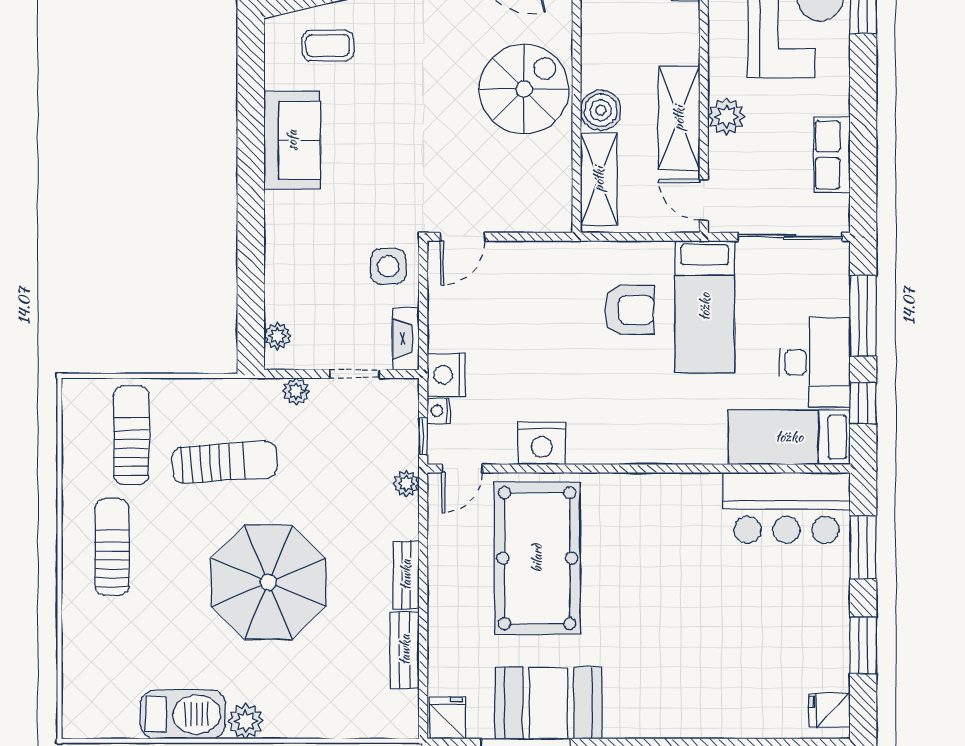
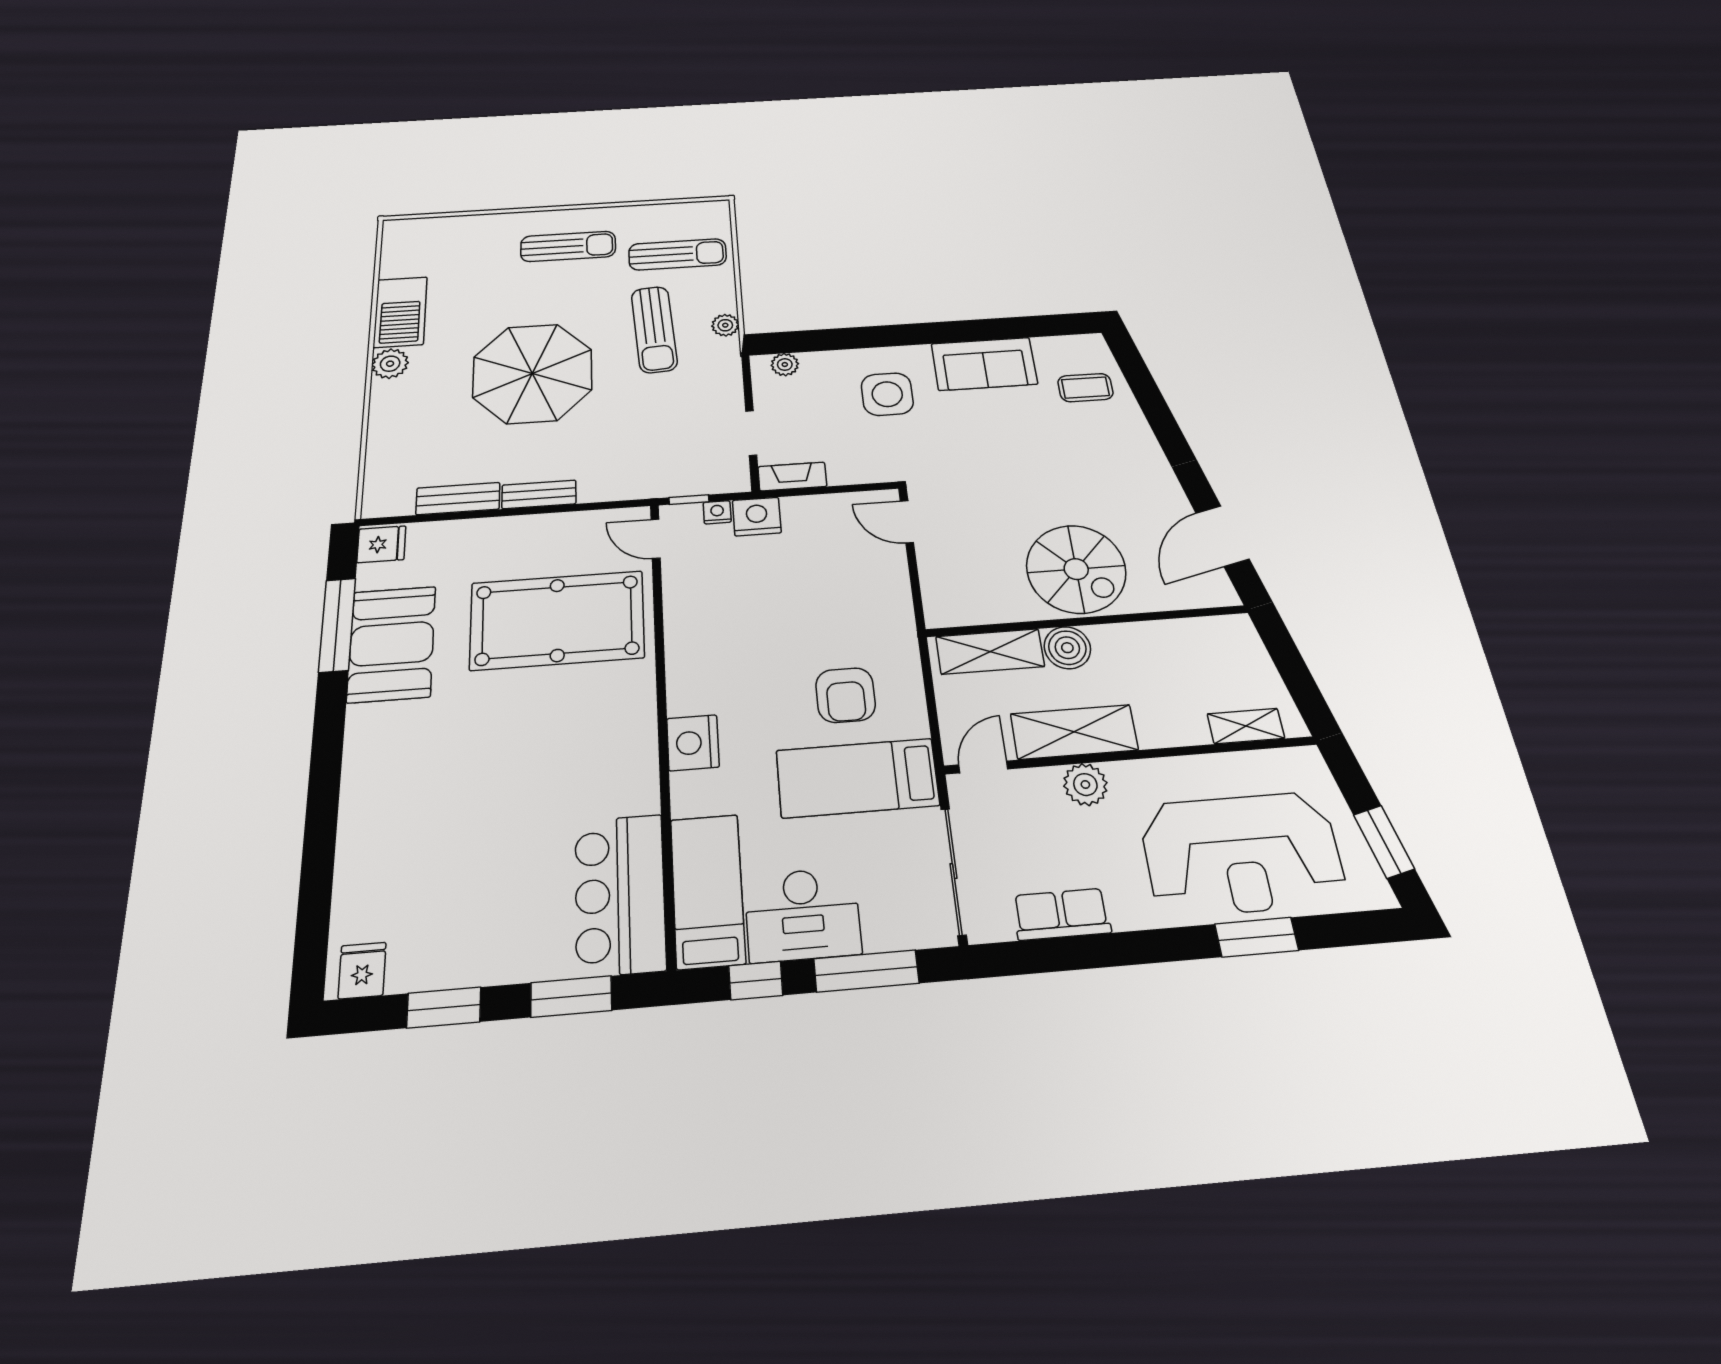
coffee table: (328, 46) -> (1085, 388), turned 90
side table: (388, 266) -> (887, 394), moved, width x1.37, depth x1.37
plant: (296, 391) -> (725, 325), moved
nightstand: (542, 443) -> (693, 743), moved
plant: (406, 484) -> (638, 488), removed

